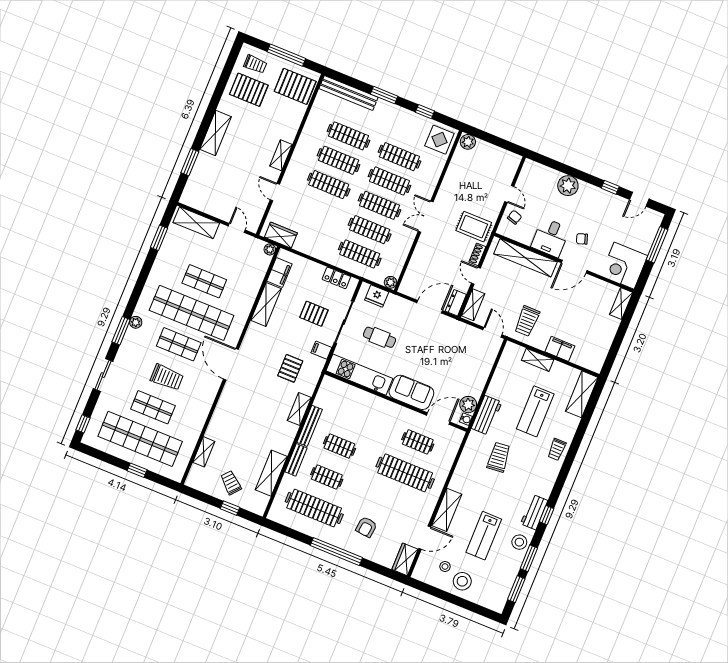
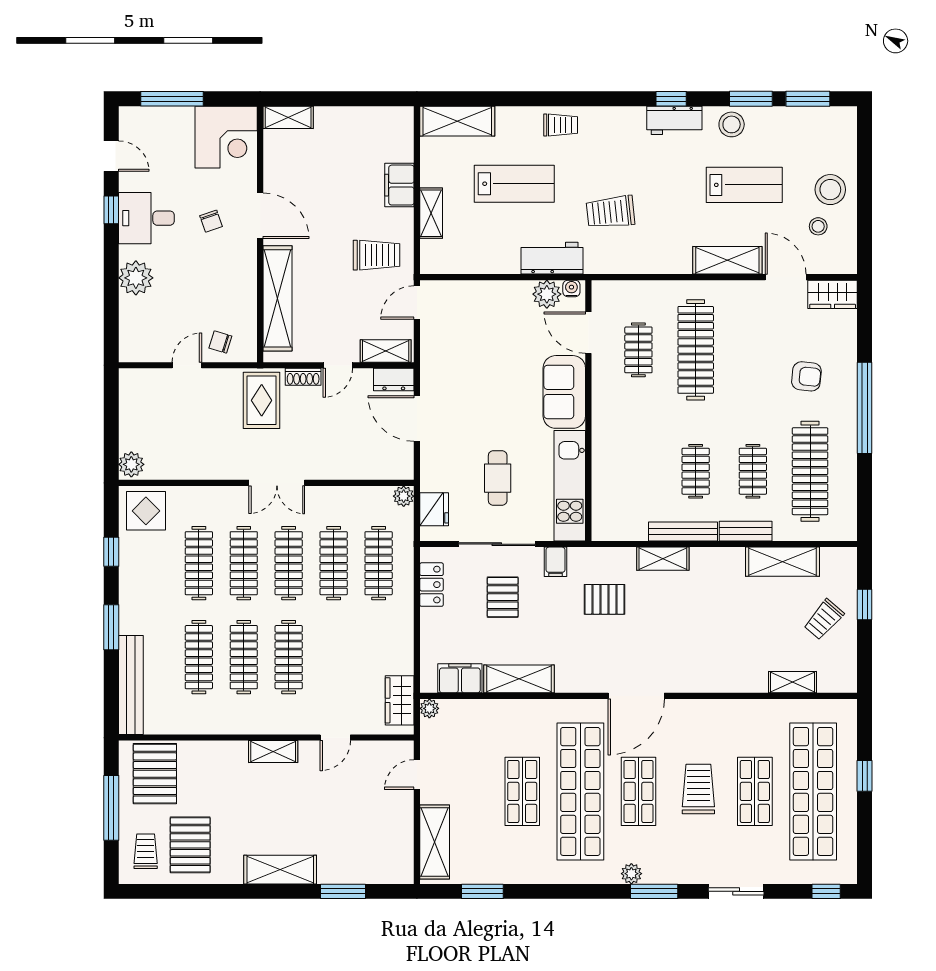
desk: (550, 238) -> (146, 218), moved, turned 180

